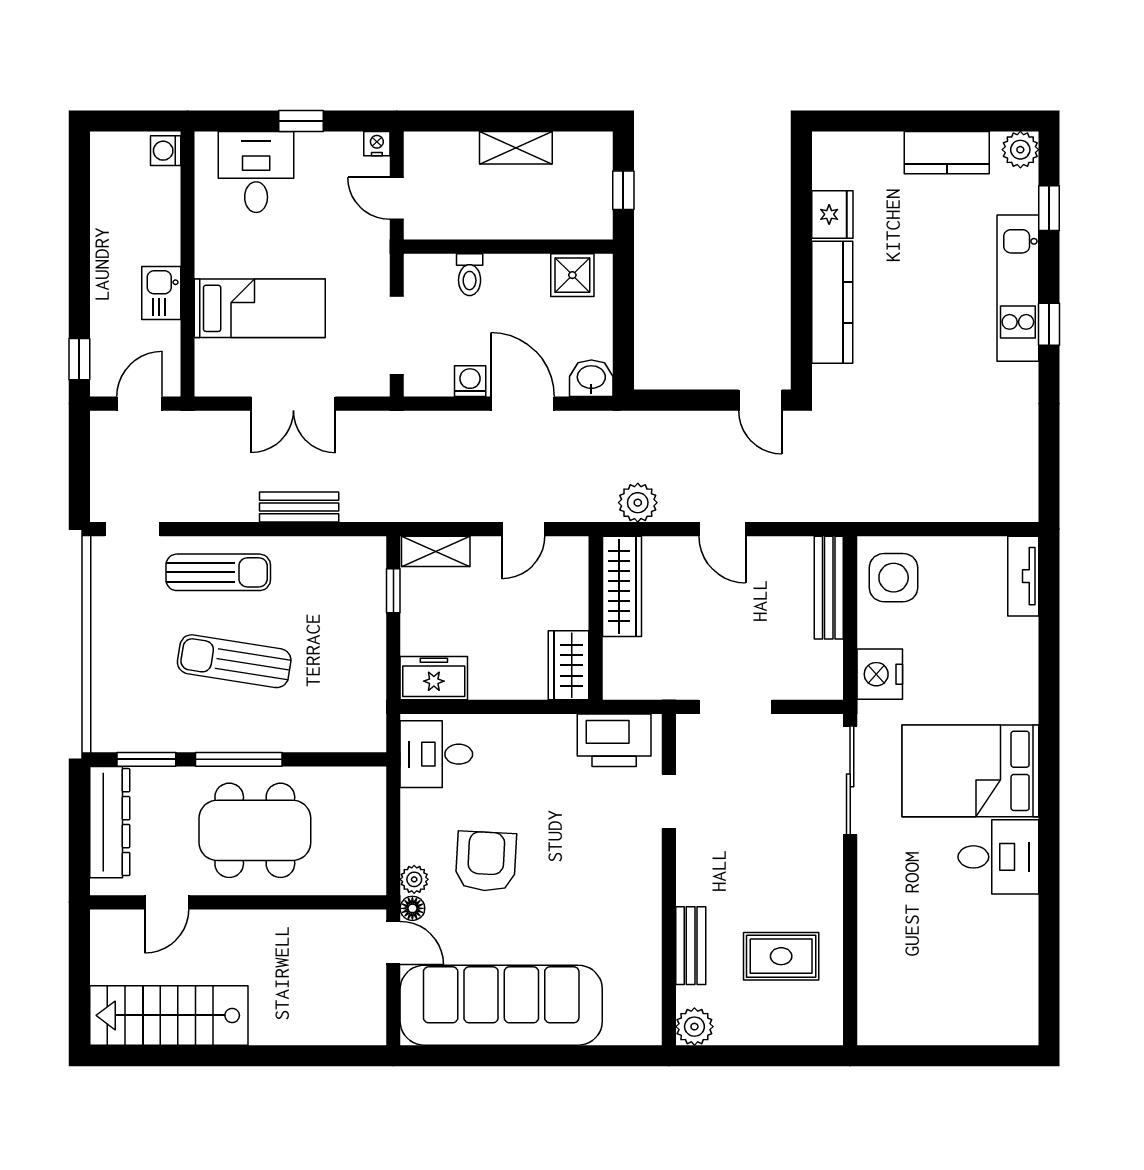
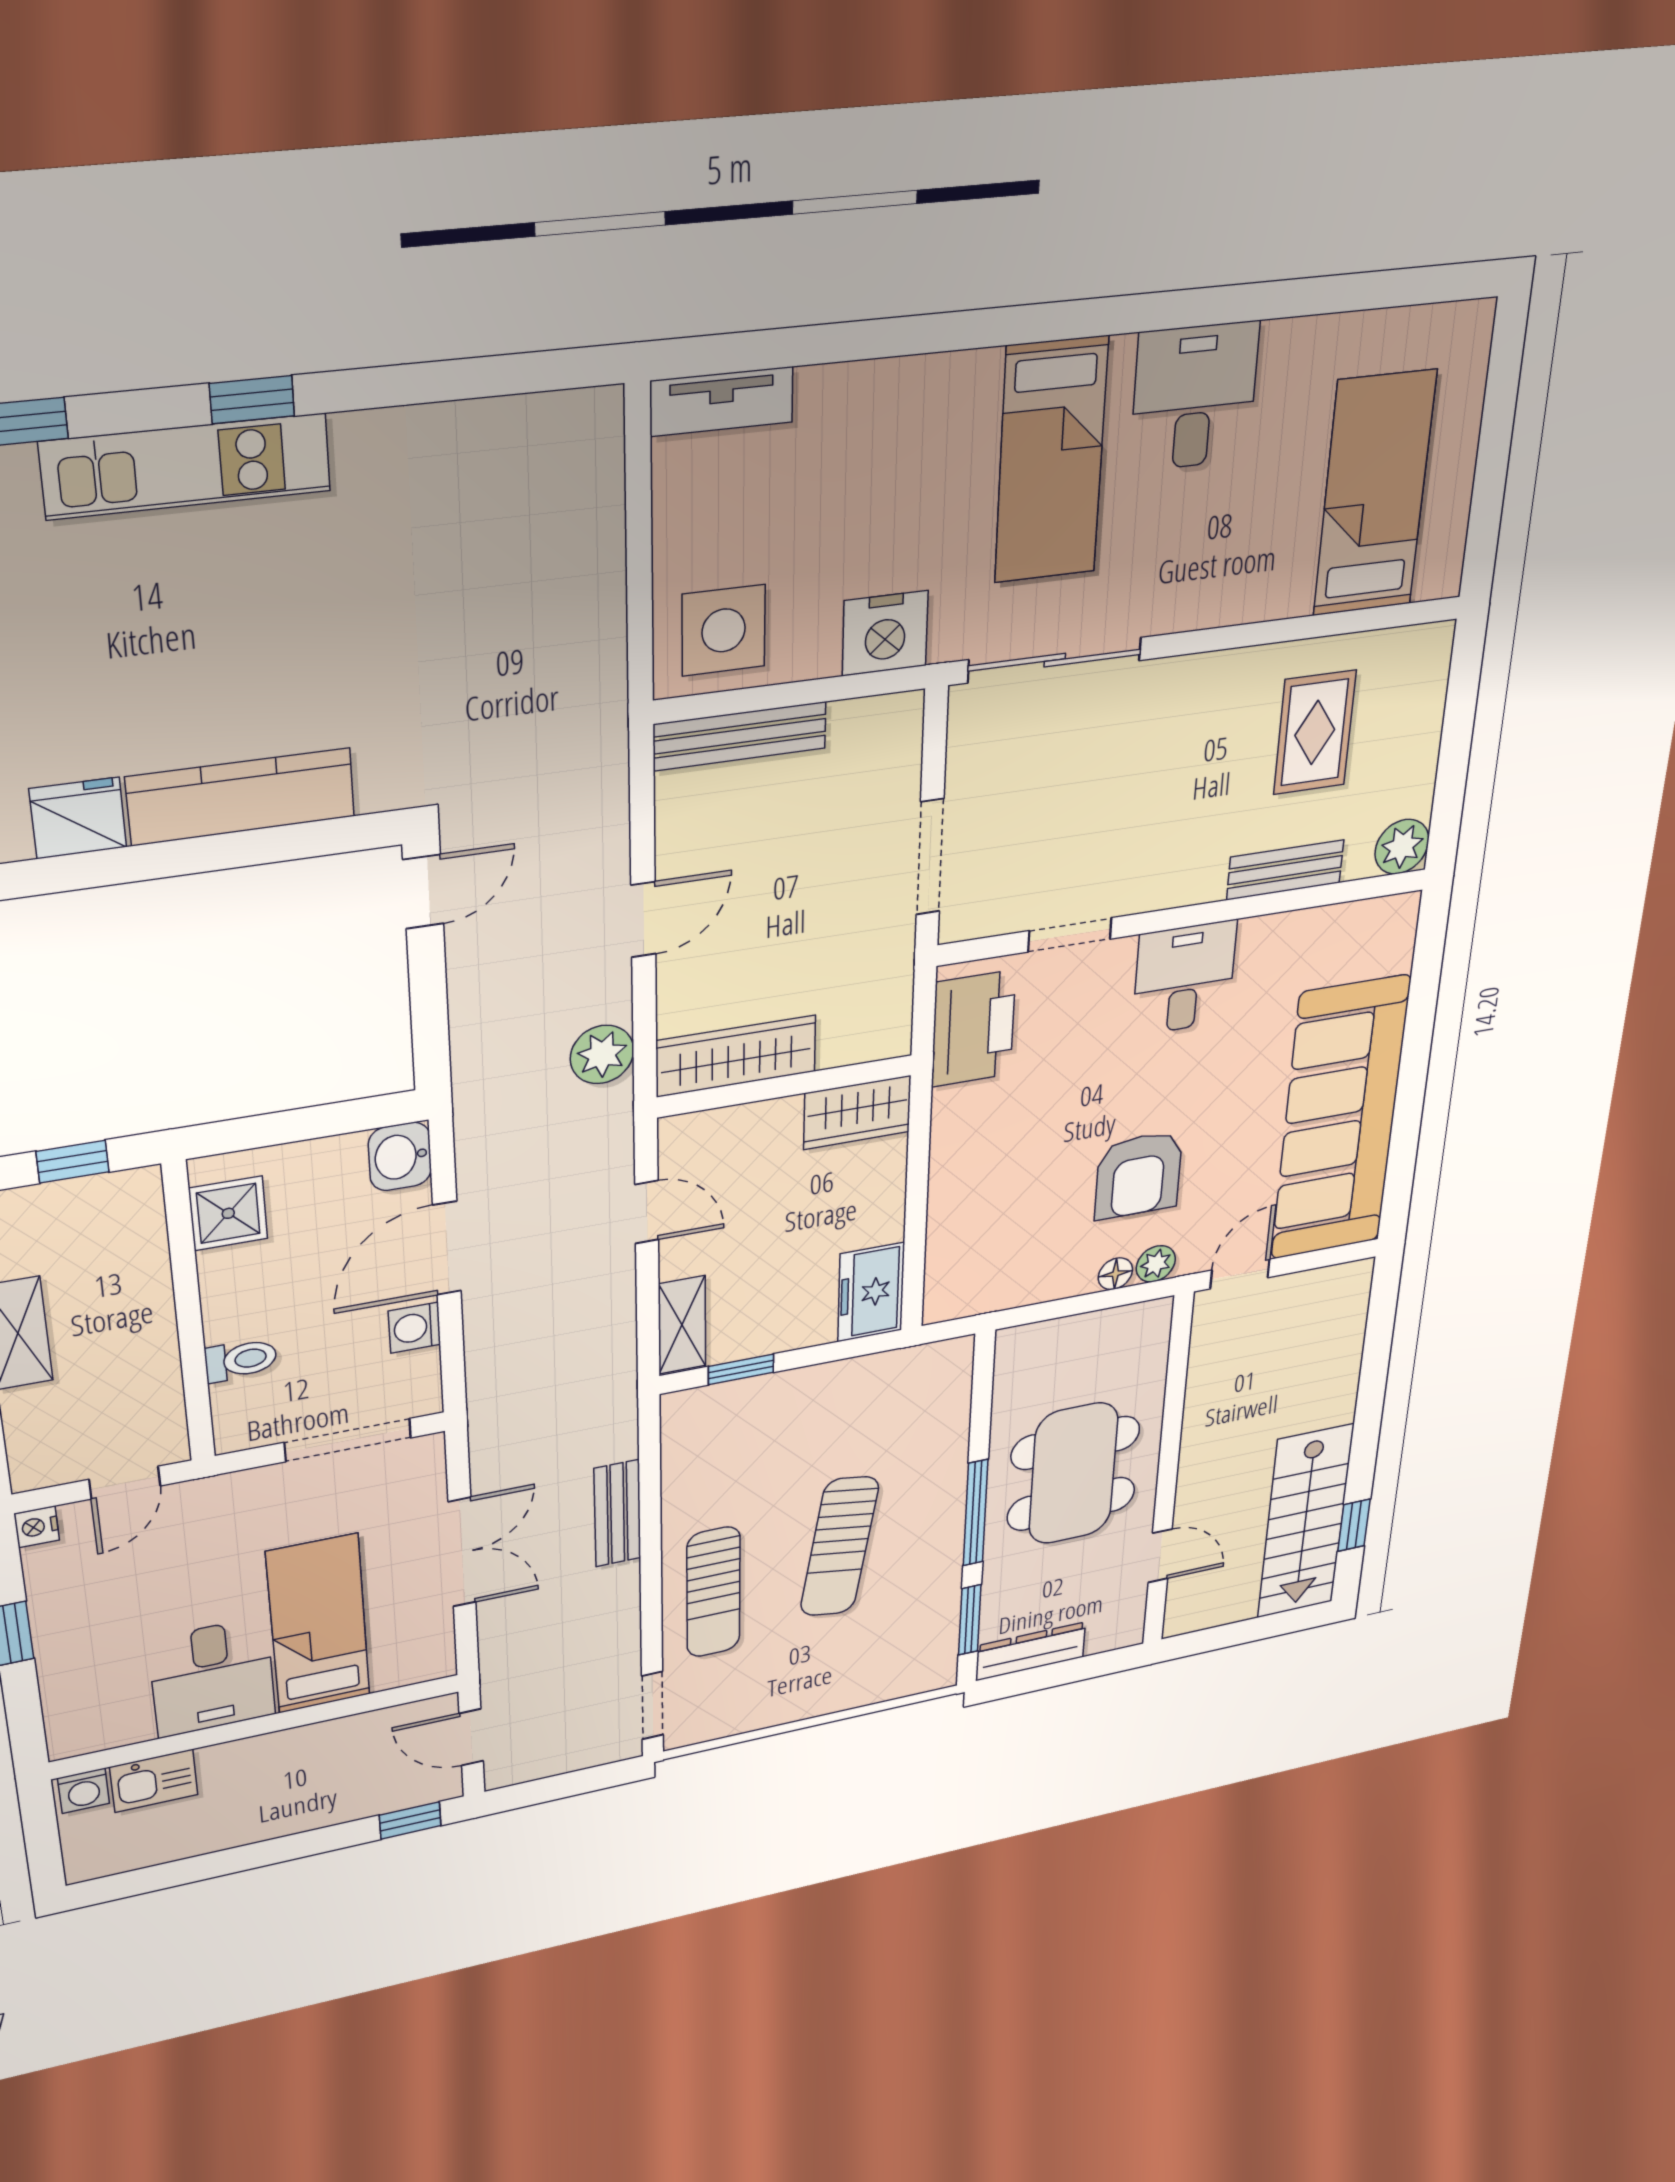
desk: (256, 172) -> (212, 1677), moved, turned -90
kitchen sink: (161, 293) -> (154, 1781), moved
sun lounger: (218, 572) -> (713, 1592), turned 180
desk: (436, 754) -> (1184, 978), moved, turned 180
bed: (970, 771) -> (1051, 461), width x0.67
dresser: (110, 822) -> (1031, 1651), width x0.73, depth x0.80
armchair: (486, 861) -> (1138, 1175), turned -93
floor lamp: (412, 908) -> (1115, 1274), moved
bed: (928, 979) -> (1374, 494), added
window: (156, 1056) -> (1354, 1525), added

